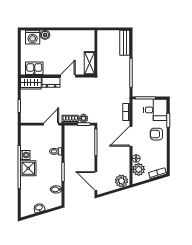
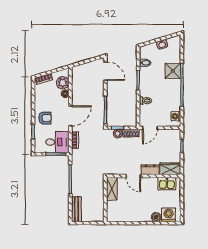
door: (68, 76) -> (133, 176), hinge flipped
desk: (155, 110) -> (57, 142), moved, turned 180
washing machine: (25, 155) -> (176, 116), moved
shower: (28, 168) -> (173, 71), moved
plant: (121, 181) -> (80, 71), removed

